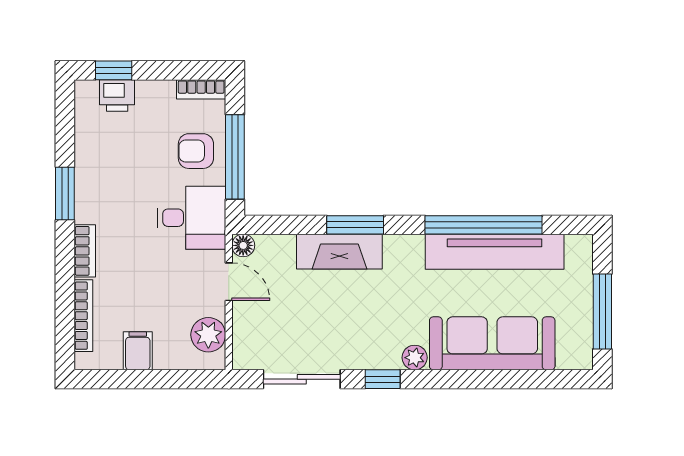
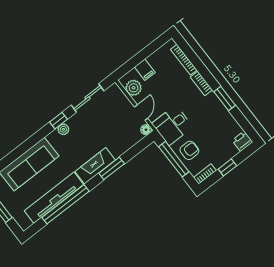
window: (114, 70) -> (227, 167), moved
printer: (117, 95) -> (242, 141), moved
fireplace: (339, 252) -> (95, 166), moved
door: (229, 282) -> (141, 113), swing flipped
filing cabinet: (138, 351) -> (145, 70), moved
plant: (415, 358) -> (63, 129), moved

